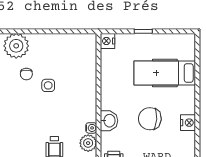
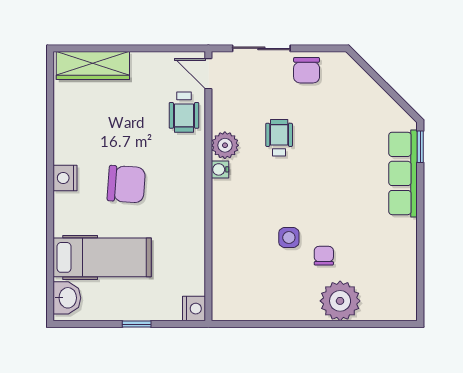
washbasin: (109, 121) -> (67, 298), moved, turned 180

